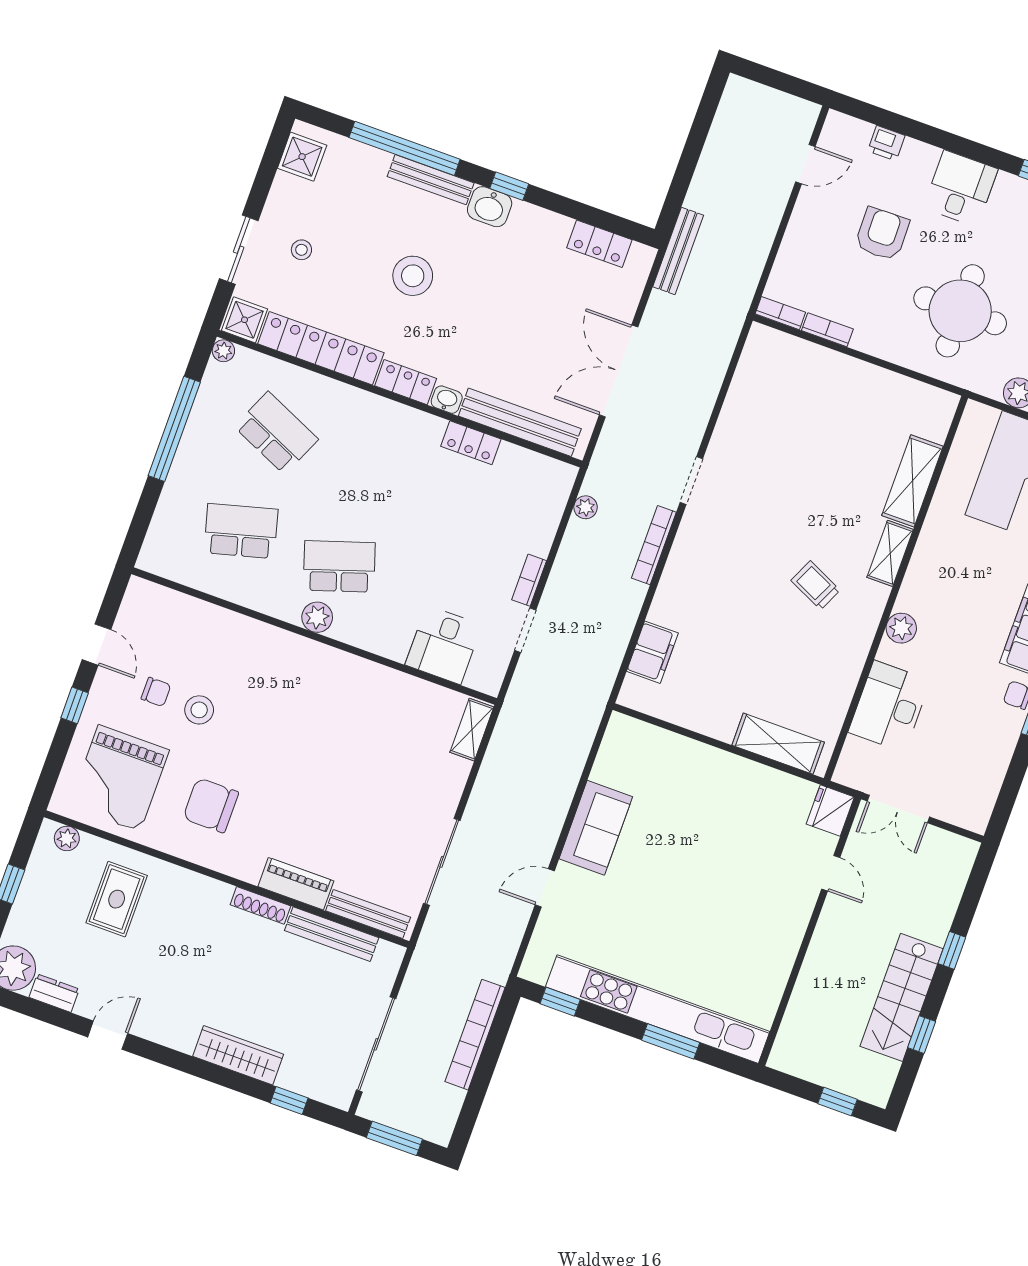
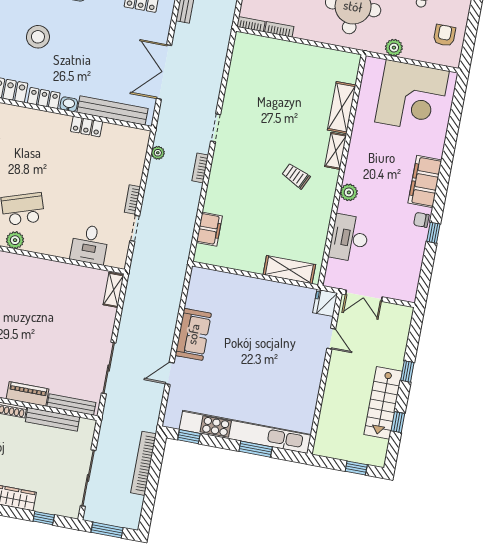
bookcase: (654, 545) -> (200, 168), width x0.64

